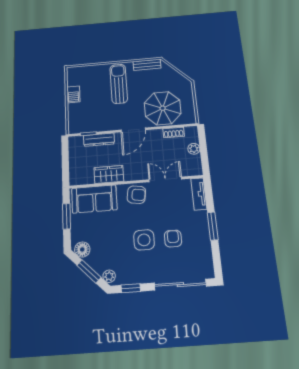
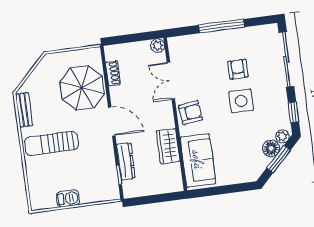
plant: (194, 149) -> (158, 46), moved
tv unit: (199, 194) -> (186, 42), removed
armchair: (136, 195) -> (191, 113), turned 75
window: (67, 216) -> (220, 190), removed
window: (213, 226) -> (222, 26), width x1.44
armchair: (173, 239) -> (238, 69), turned 90
floor lamp: (82, 249) -> (271, 148), moved

